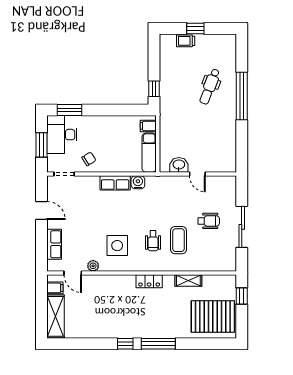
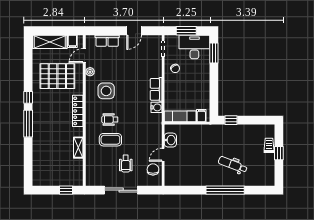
chair: (216, 187) -> (153, 169), added
locker: (149, 281) -> (78, 111), width x1.53
pallet: (213, 316) -> (57, 76), moved, turned 90

